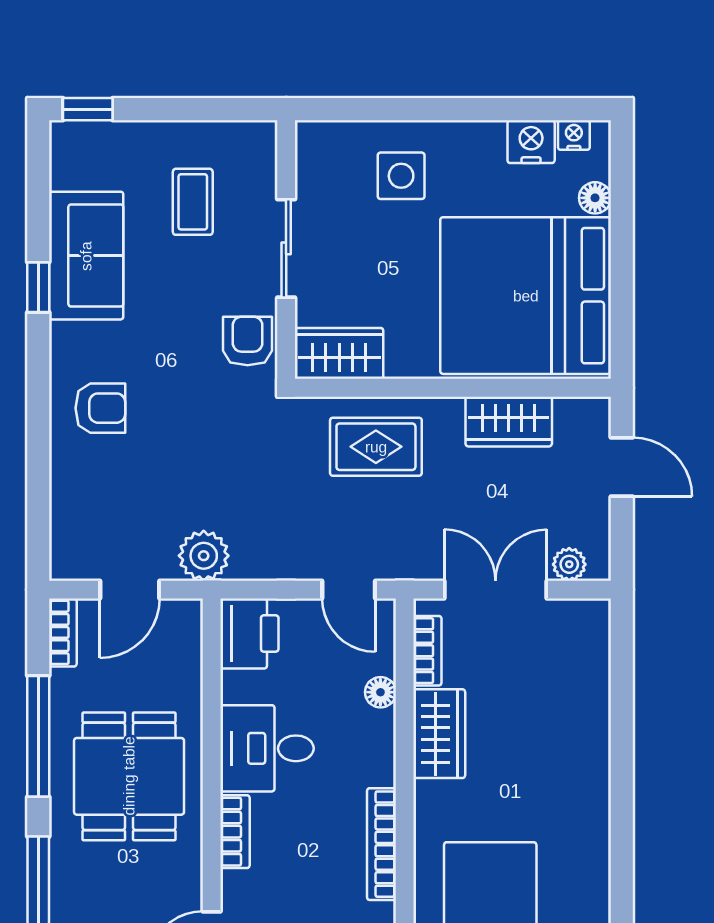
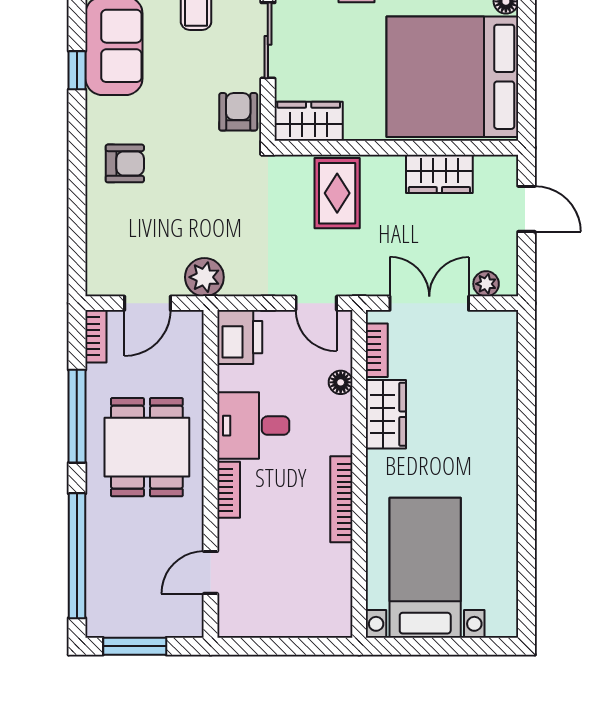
rug: (376, 447) -> (337, 193), turned 90

